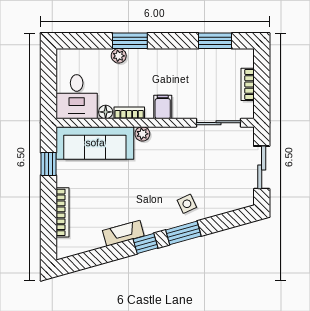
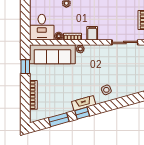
fireplace: (123, 233) -> (84, 103), moved
window: (183, 233) -> (59, 120), moved

